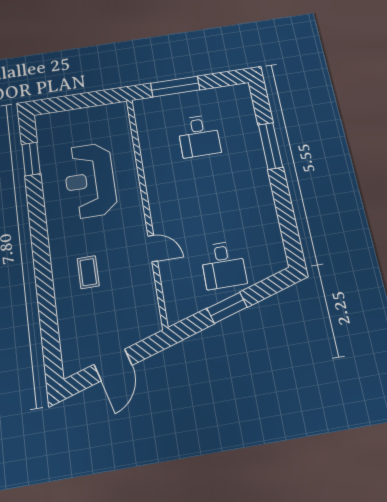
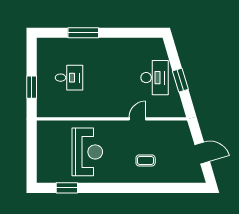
window: (175, 87) -> (32, 87), width x0.69
reception desk: (90, 180) -> (87, 152), turned -90
desk: (223, 265) -> (155, 78), width x1.37

